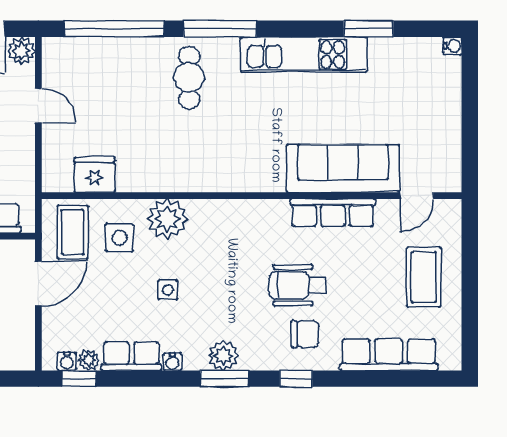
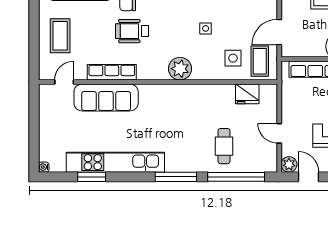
kitchen unit: (304, 55) -> (115, 162), width x1.36
cafe table: (189, 78) -> (224, 146), moved
plant: (167, 219) -> (180, 69), moved
wheelchair: (297, 285) -> (132, 31), turned 180

